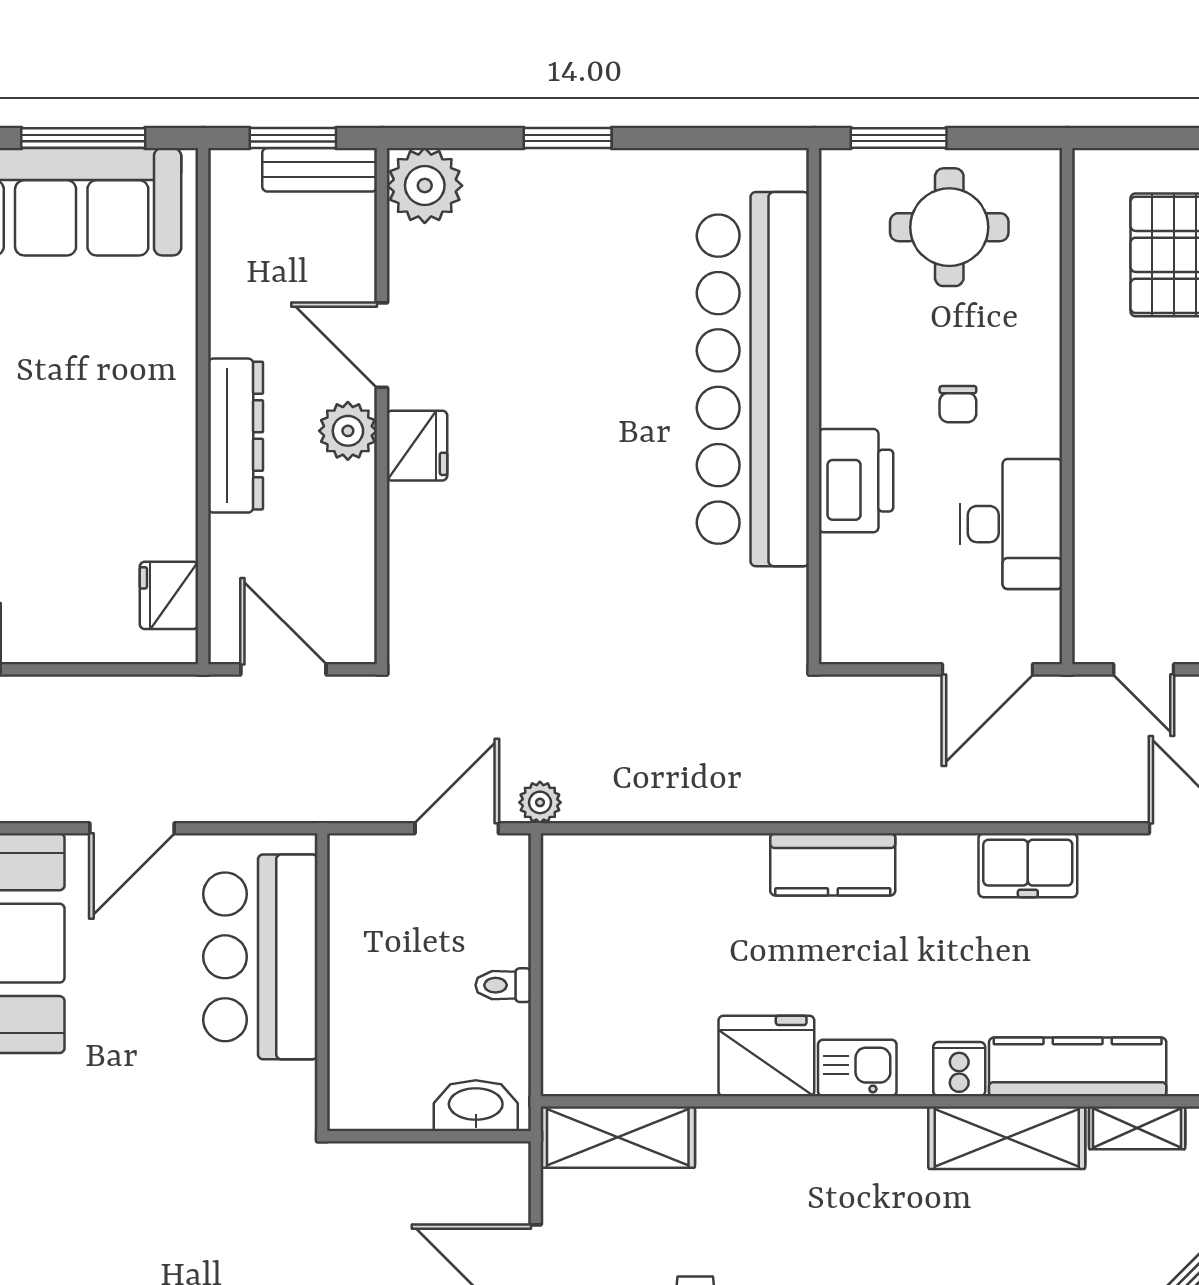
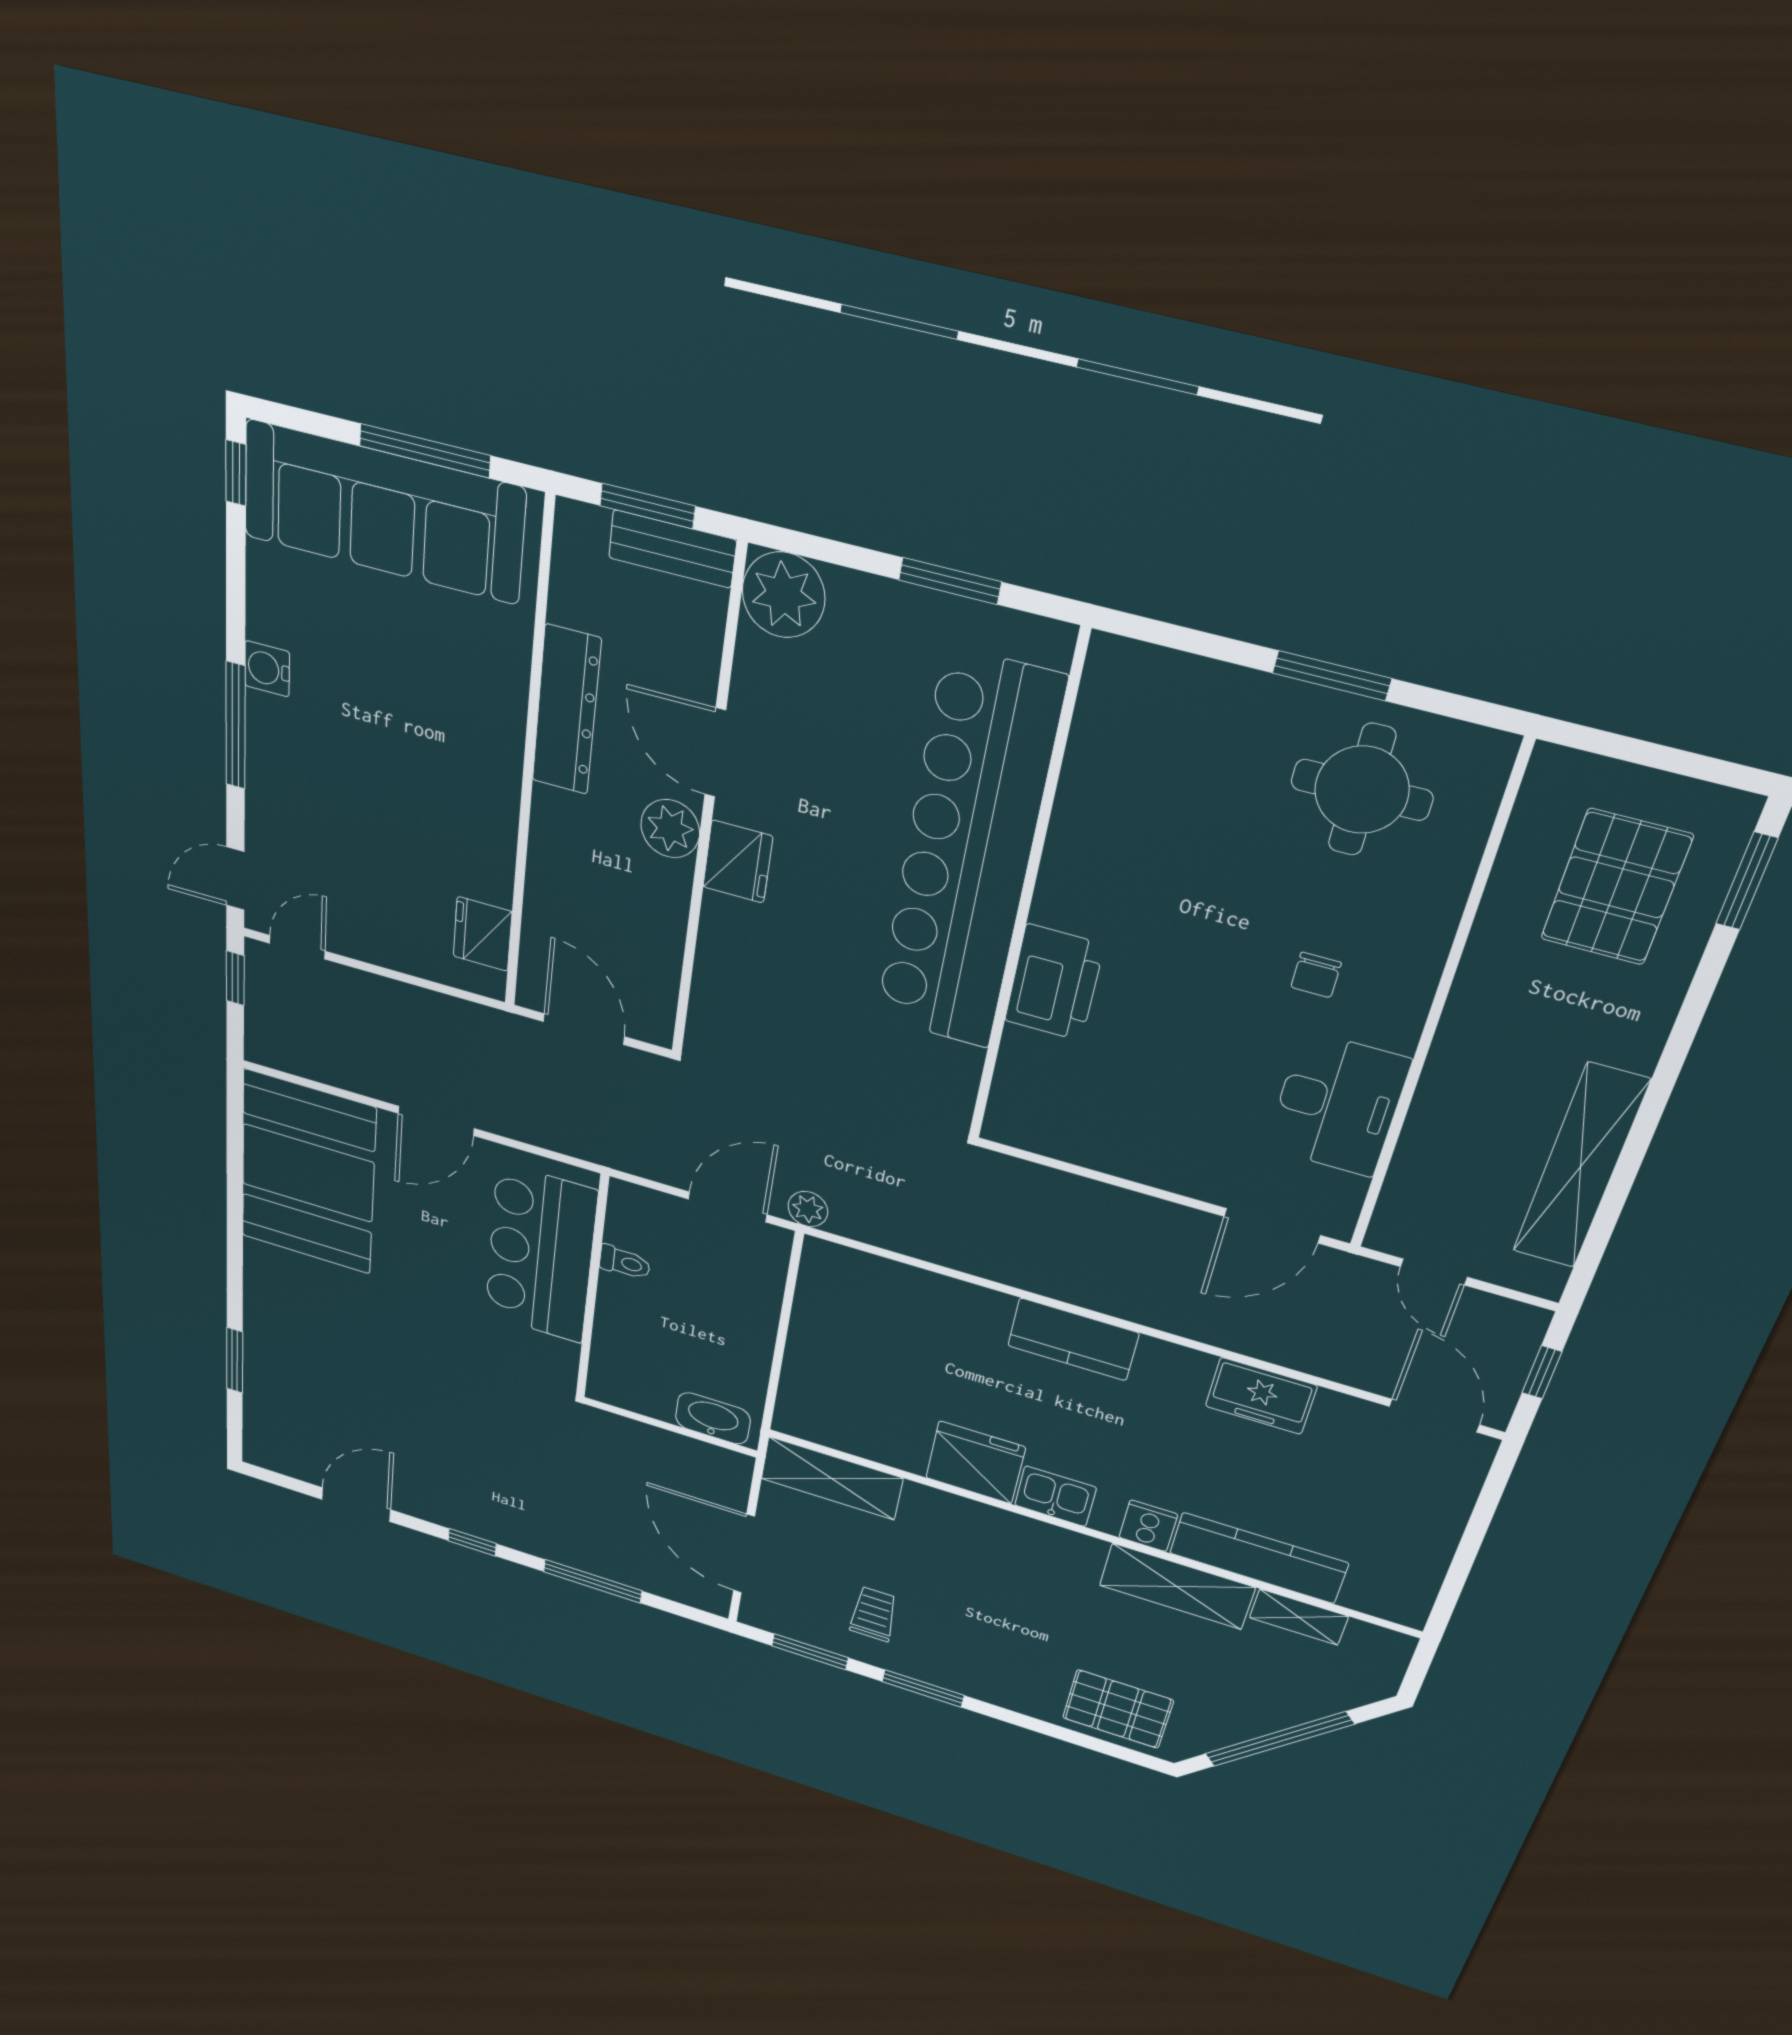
bar counter: (753, 379) -> (967, 855), moved
wall: (814, 406) -> (1026, 899), moved
dresser: (236, 436) -> (566, 710), moved
printer: (856, 481) -> (1054, 983), moved
toilet: (503, 985) -> (625, 1262), moved, turned 180

